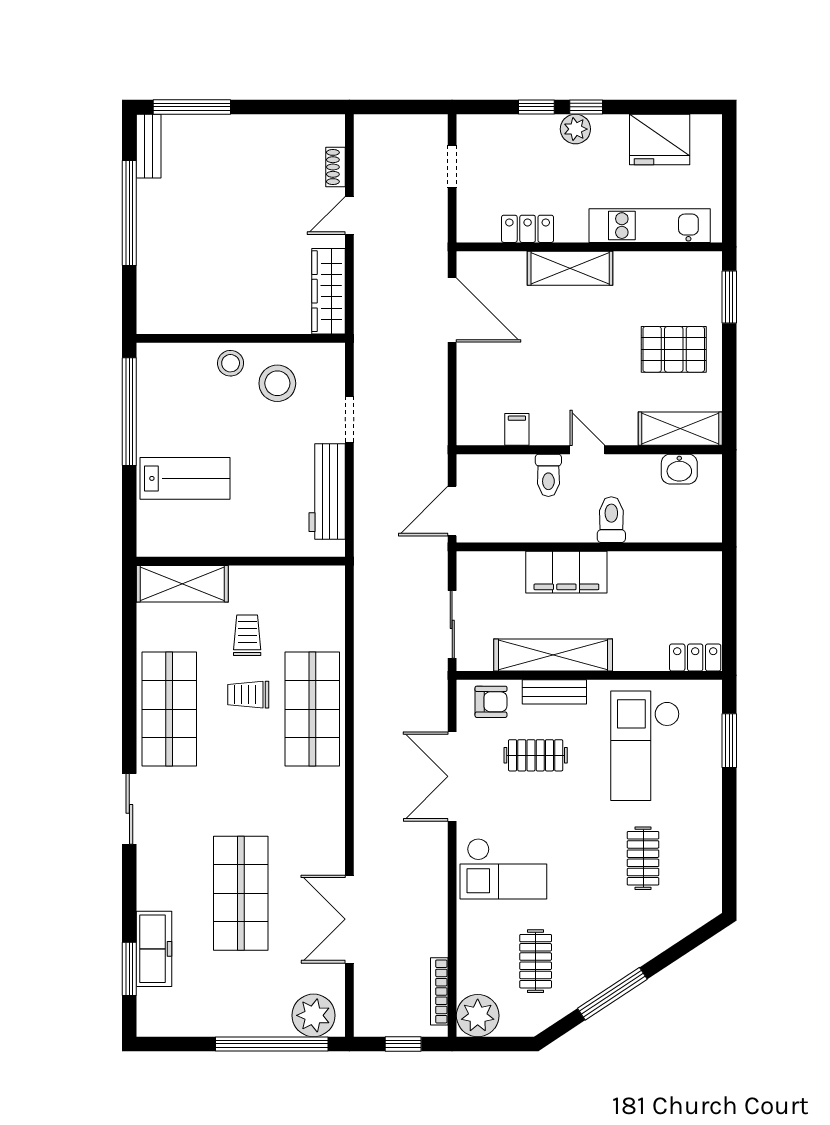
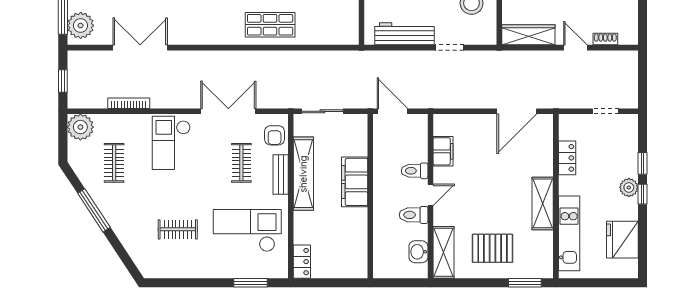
shelving: (570, 268) -> (543, 203), moved
pallet: (674, 349) -> (493, 248), turned 90
filing cabinet: (517, 429) -> (443, 151), width x2.00
toilet: (611, 520) -> (414, 215), moved, turned 180
shop shelf: (312, 709) -> (270, 25), width x0.70, depth x0.74
clothes rail: (536, 961) -> (114, 163), turned 90
bookcase: (439, 991) -> (129, 103), moved

